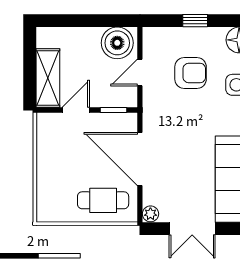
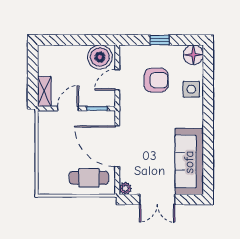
shelving: (48, 78) -> (44, 92), width x0.67, depth x0.75

